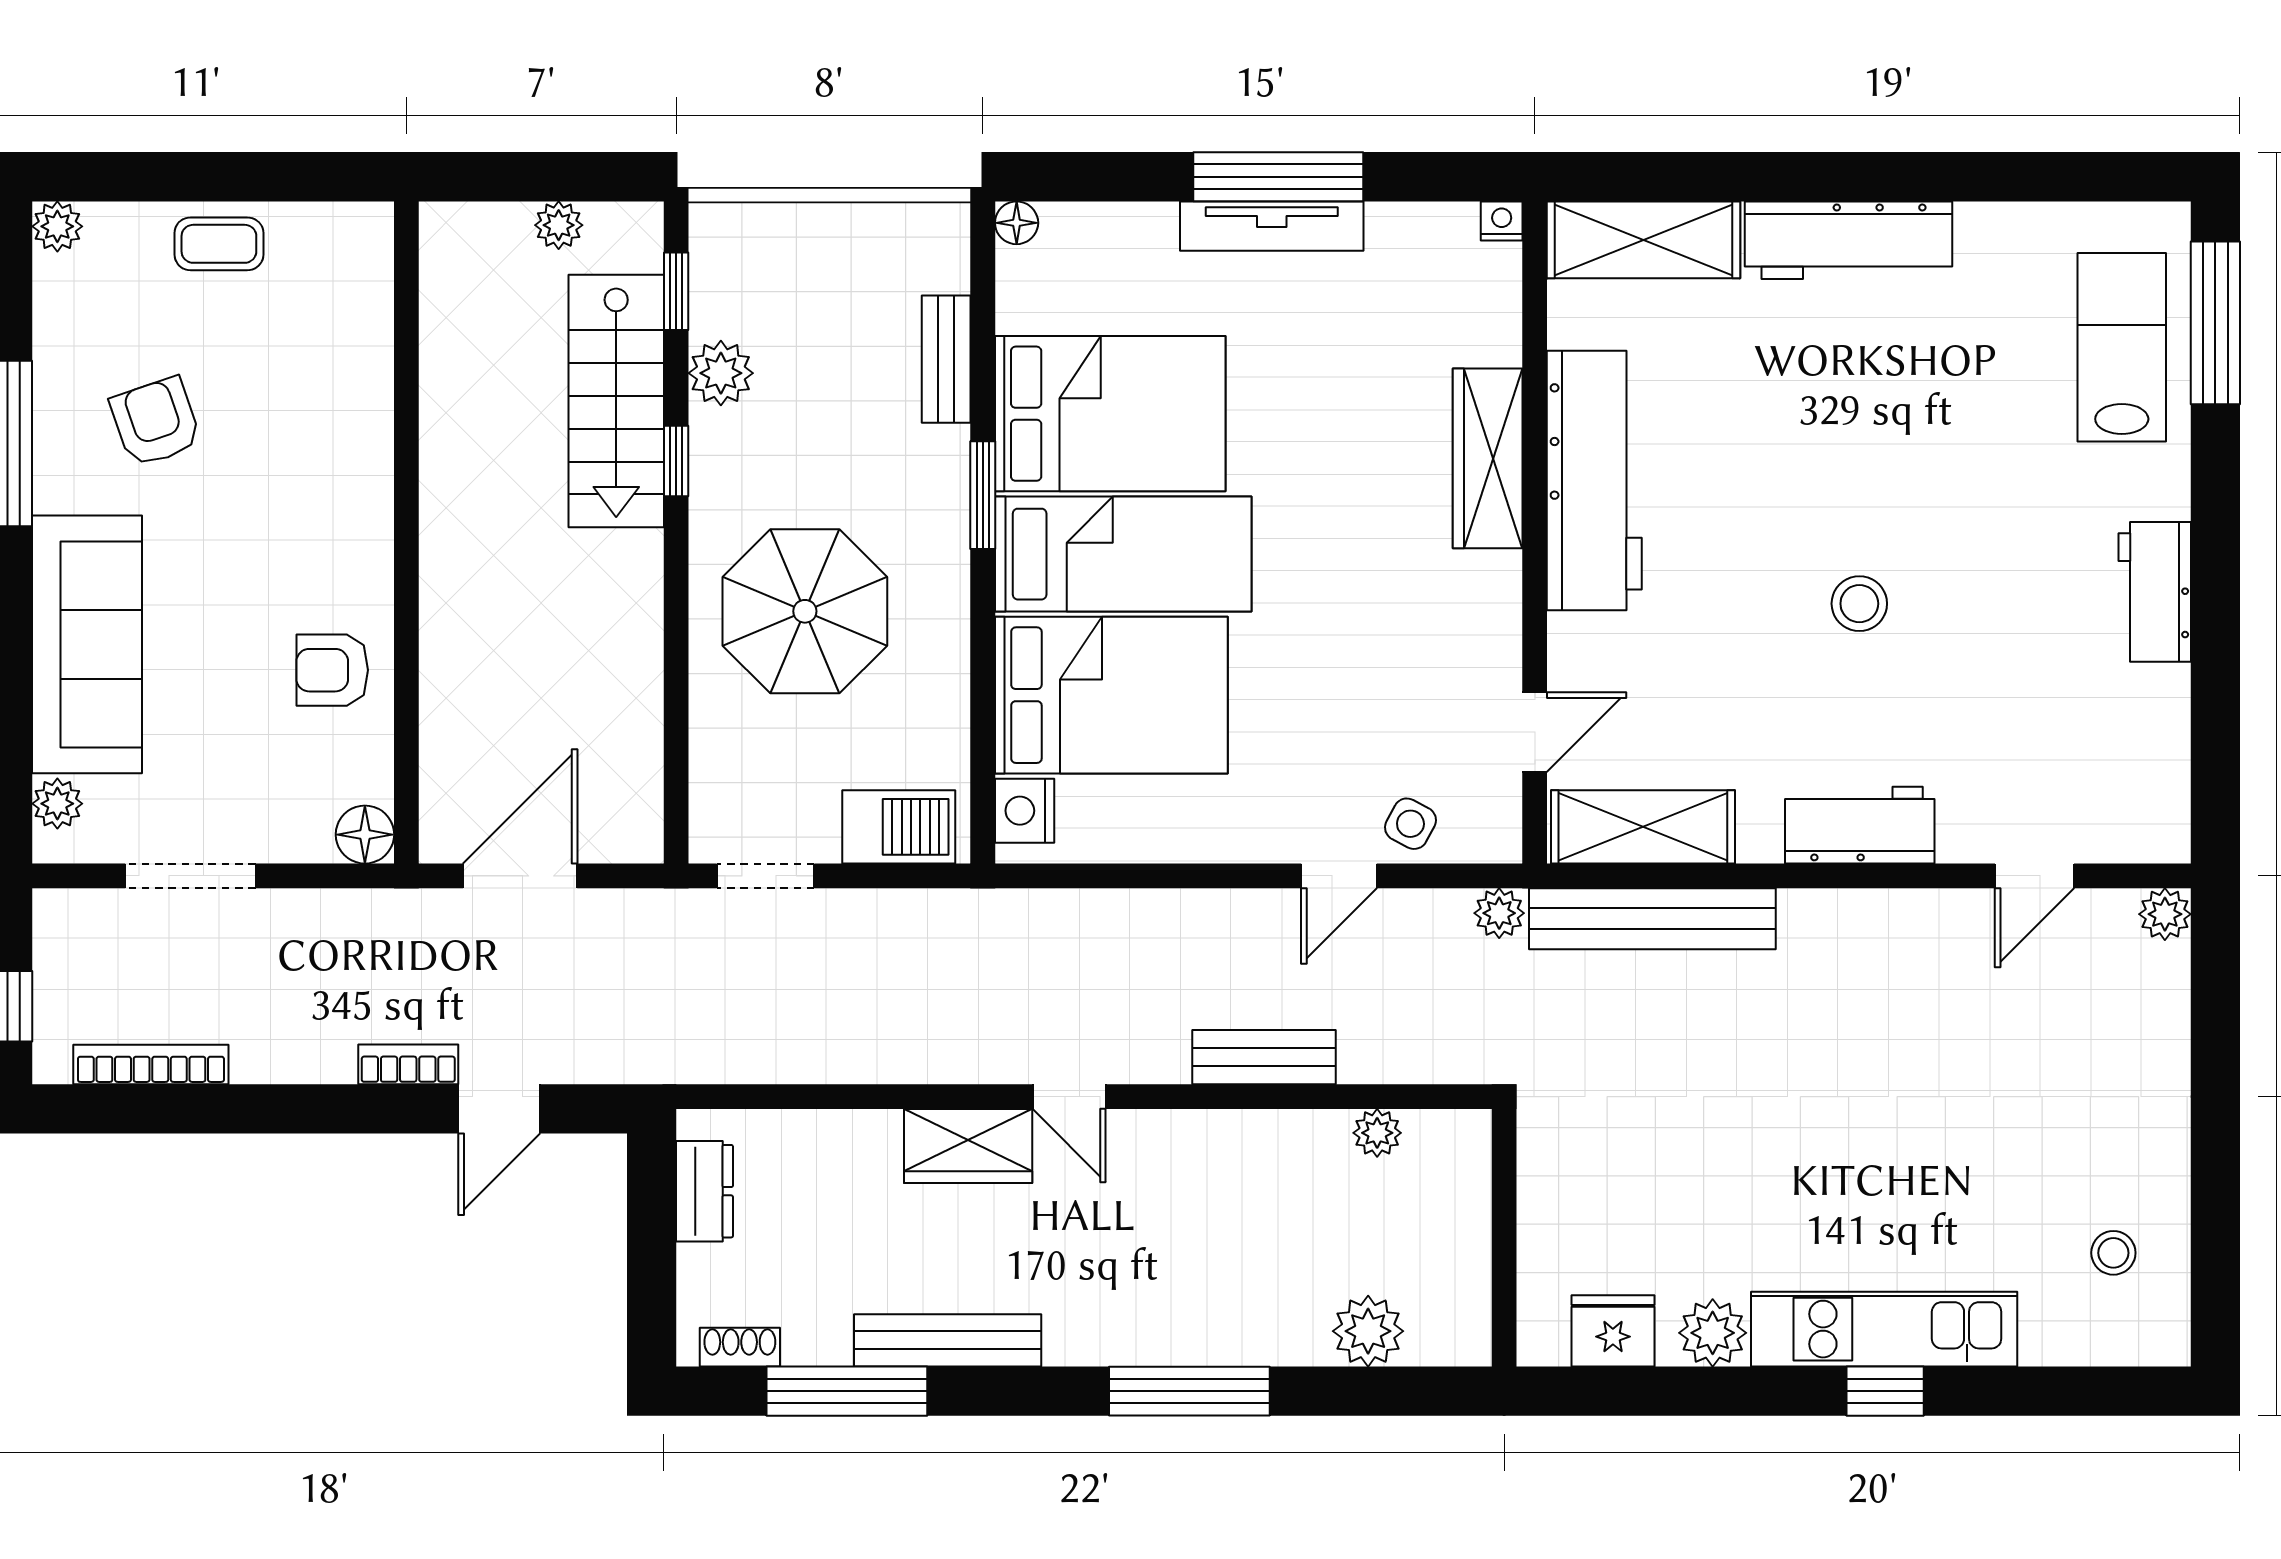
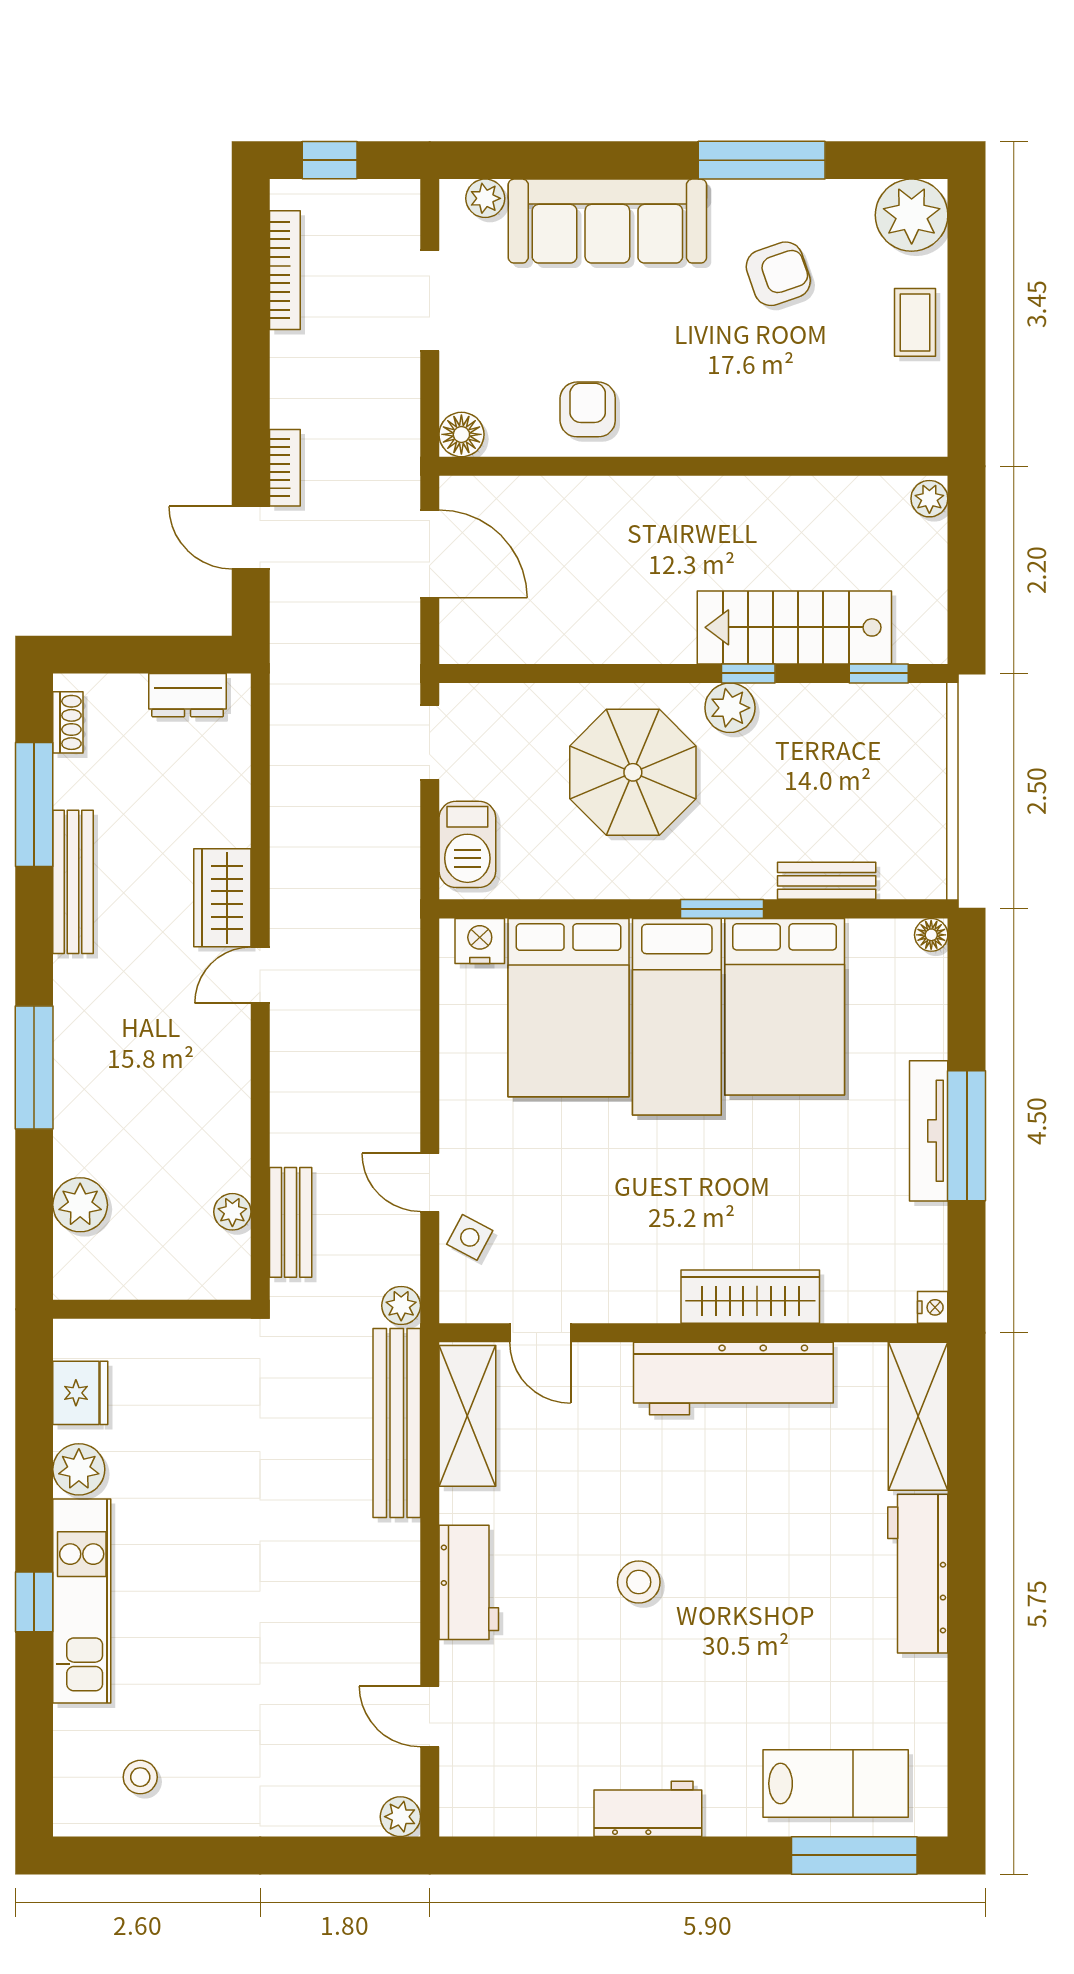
plant: (559, 225) -> (929, 499), moved
plant: (57, 226) -> (912, 215), width x1.88, depth x1.88
plant: (721, 373) -> (730, 708), moved
bench: (1264, 1057) -> (291, 1222), moved

